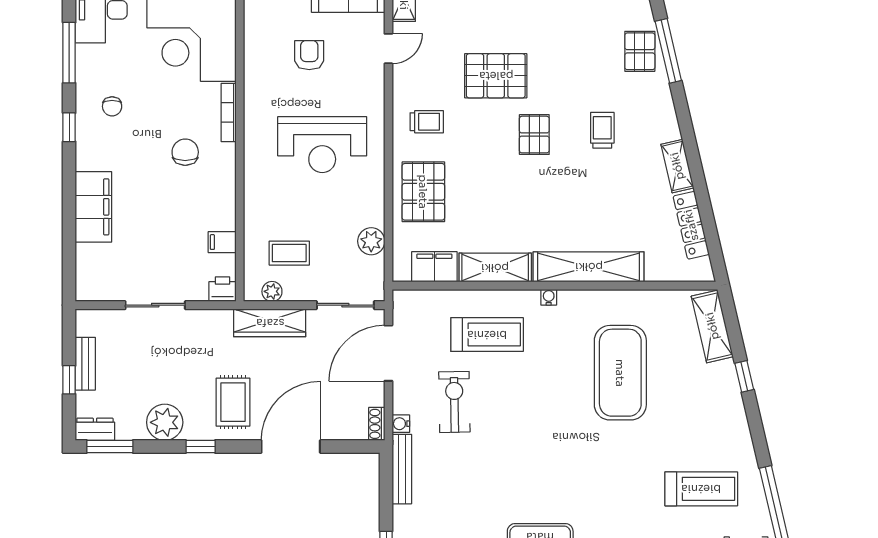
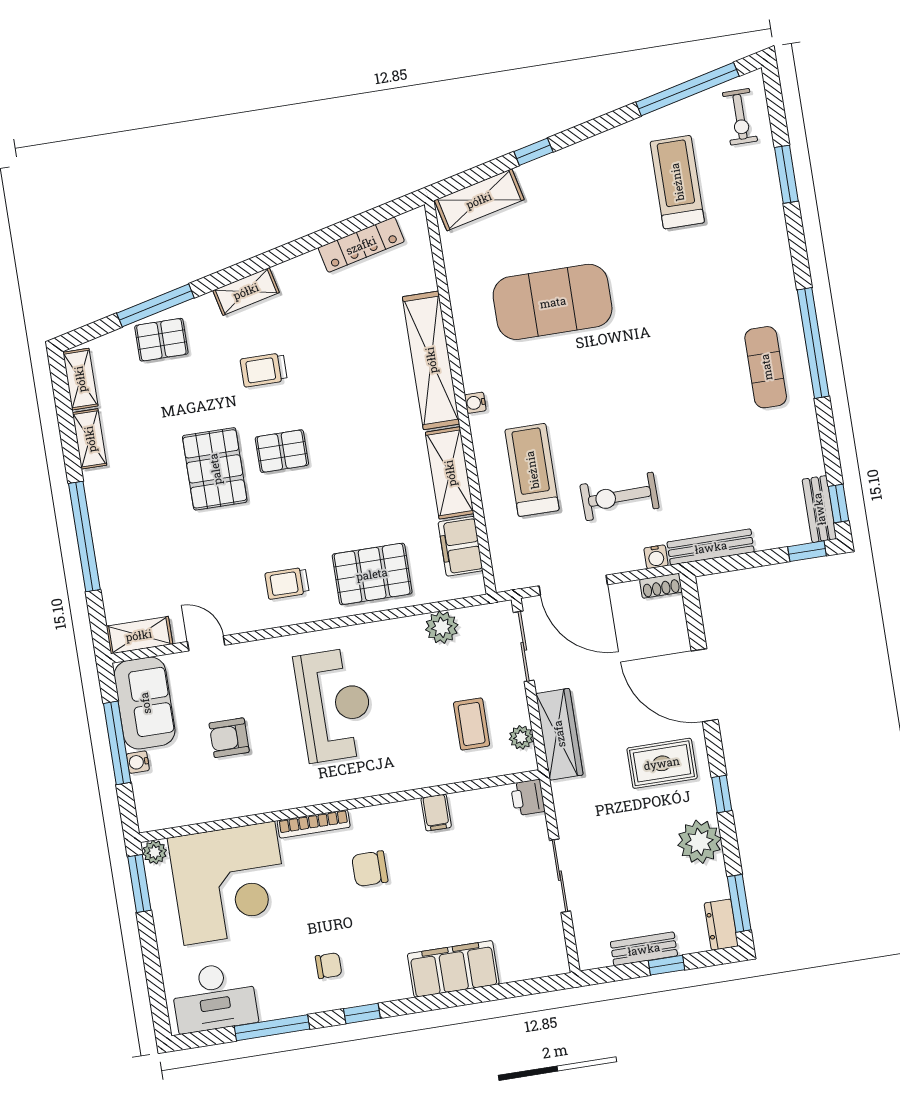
pallet: (496, 76) -> (215, 469), moved
trolley: (427, 122) -> (287, 583), turned -90
shelving: (677, 166) -> (246, 291), moved
filing cabinet: (222, 242) -> (436, 813), moved

